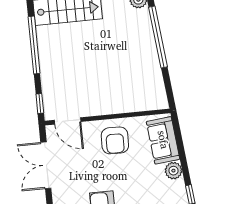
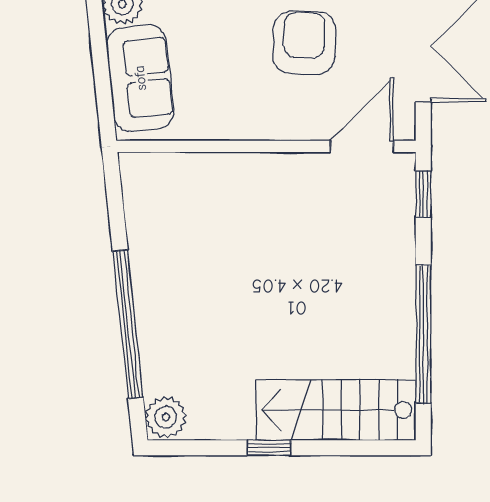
door: (68, 121) -> (362, 146), hinge flipped
armchair: (115, 140) -> (304, 43), moved

